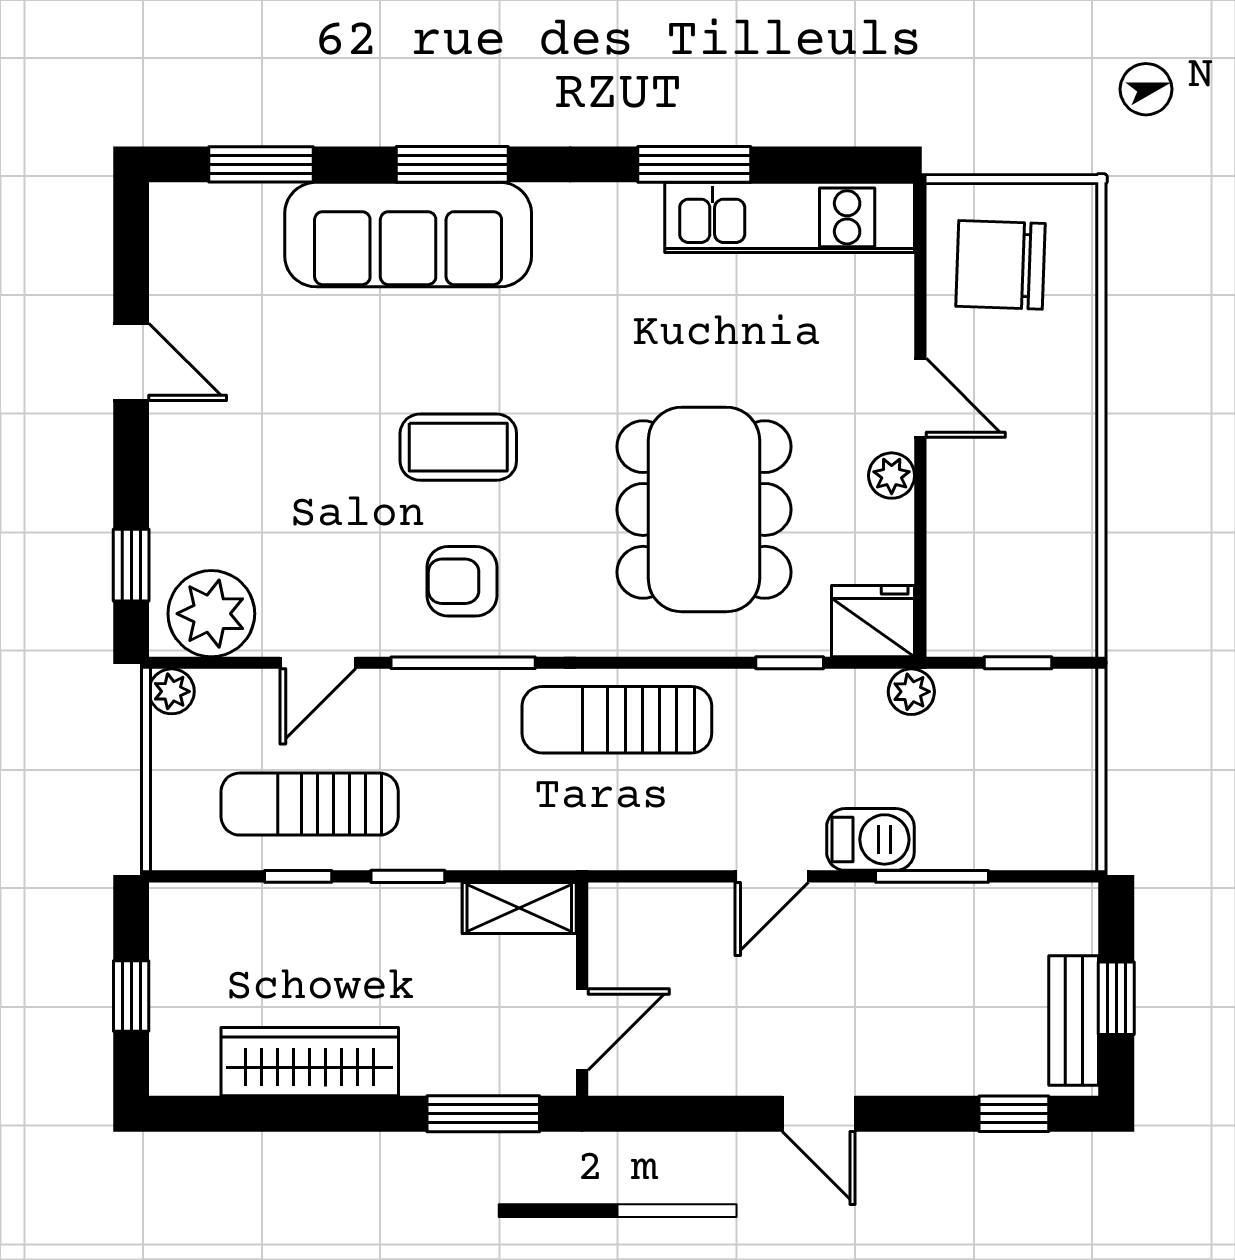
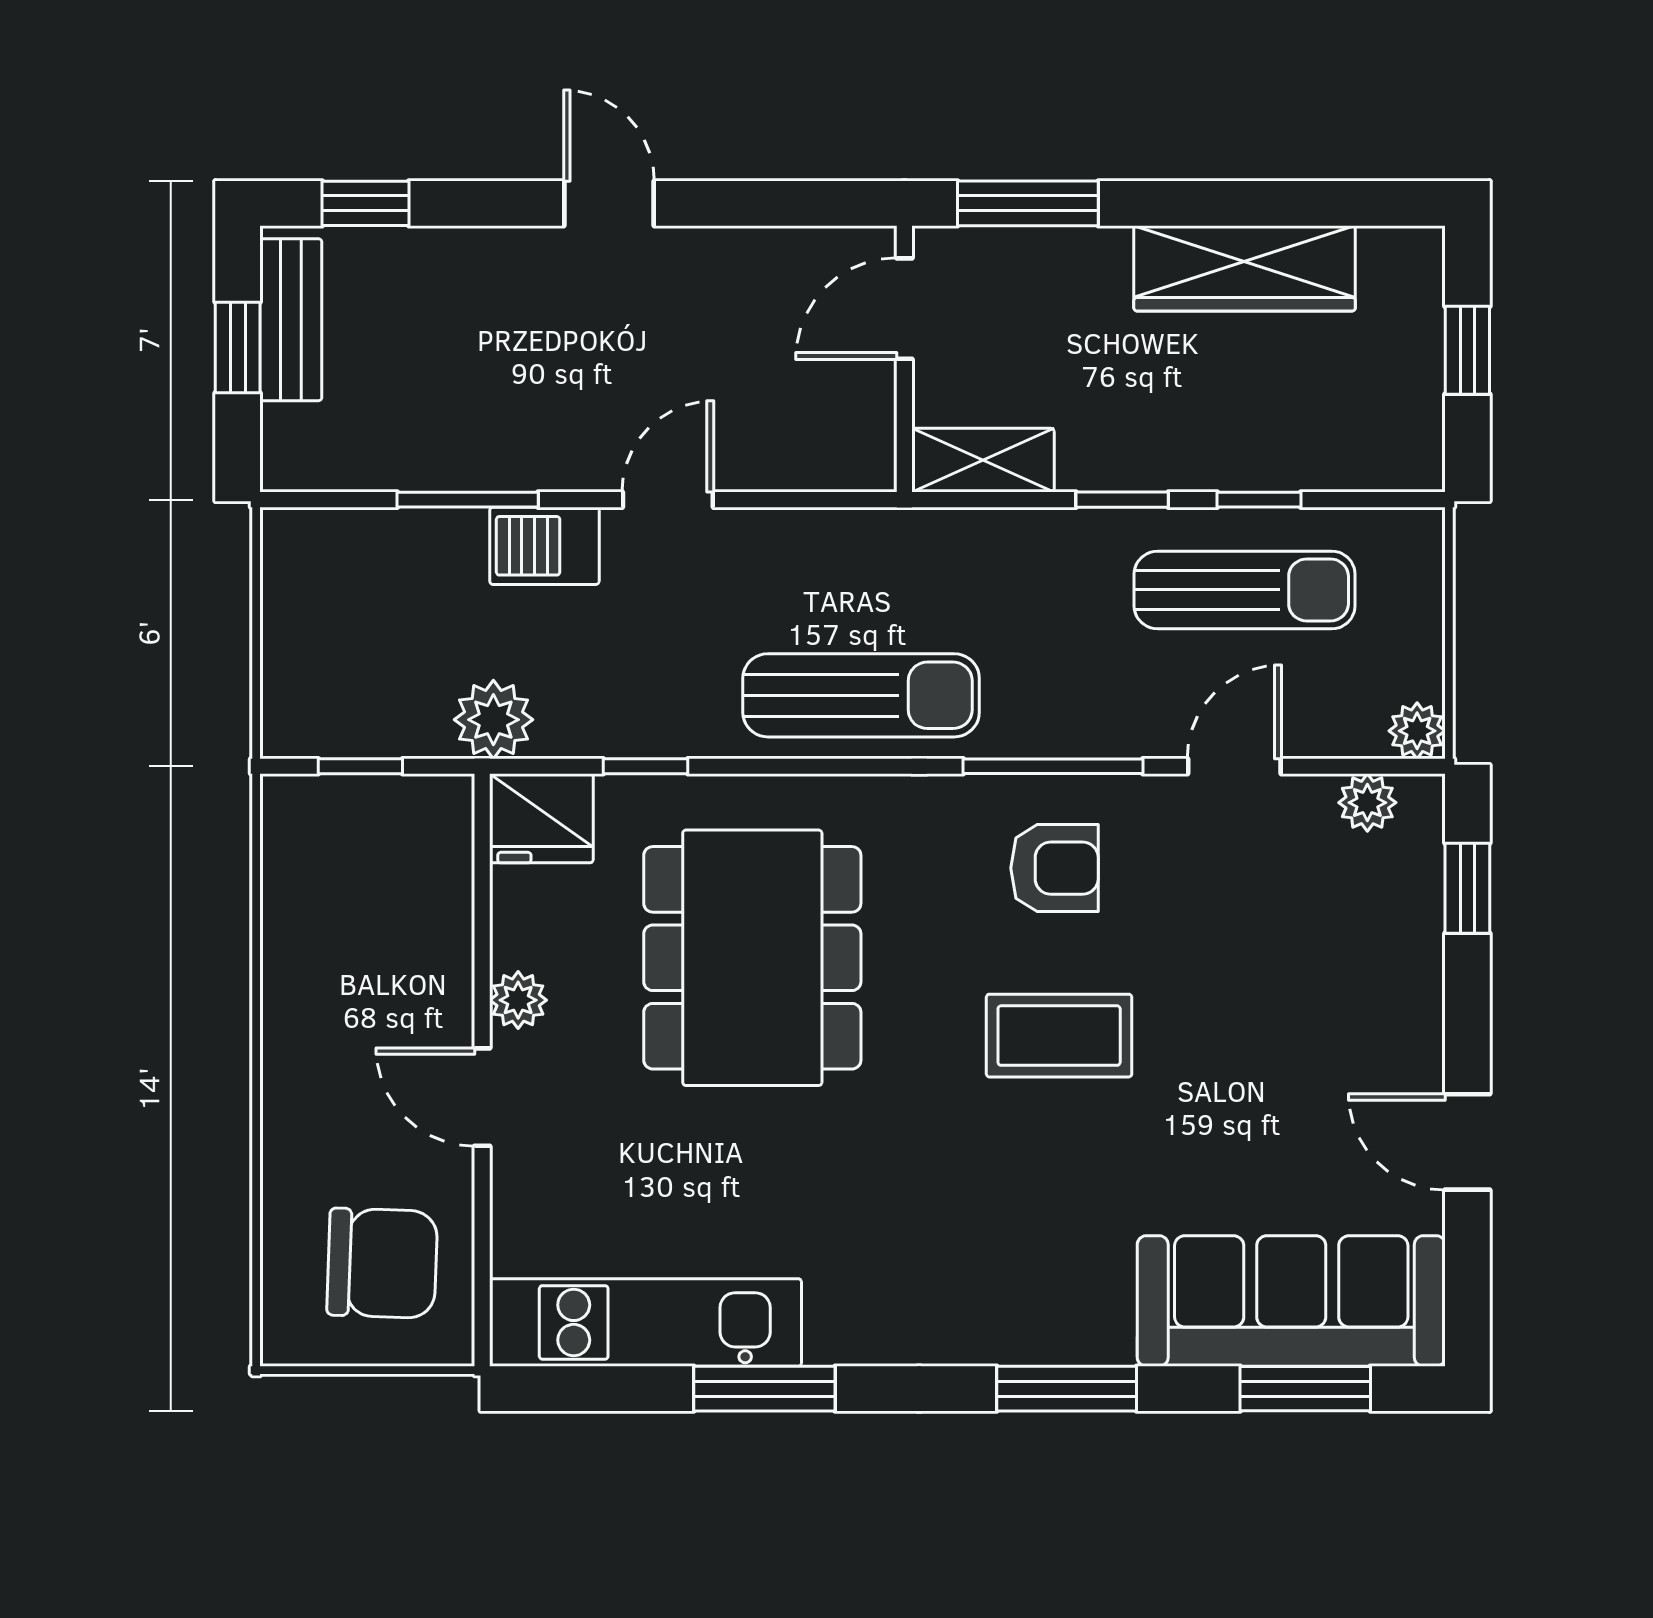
sofa: (408, 235) -> (1291, 1301), moved
plant: (211, 614) -> (1367, 803), width x0.53, depth x0.53
plant: (911, 692) -> (493, 720), width x1.38, depth x1.38

